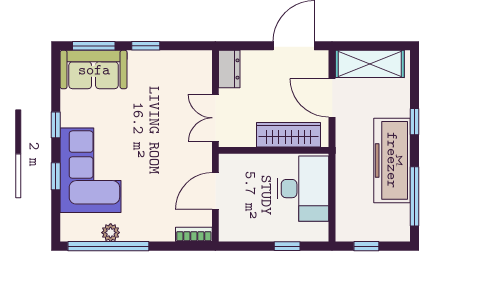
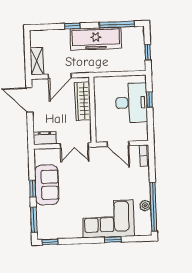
shelving: (370, 64) -> (37, 61), width x0.67, depth x0.75
sofa: (94, 70) -> (47, 185), moved
window: (56, 125) -> (50, 242), moved
desk: (303, 189) -> (131, 103), moved, turned 90

